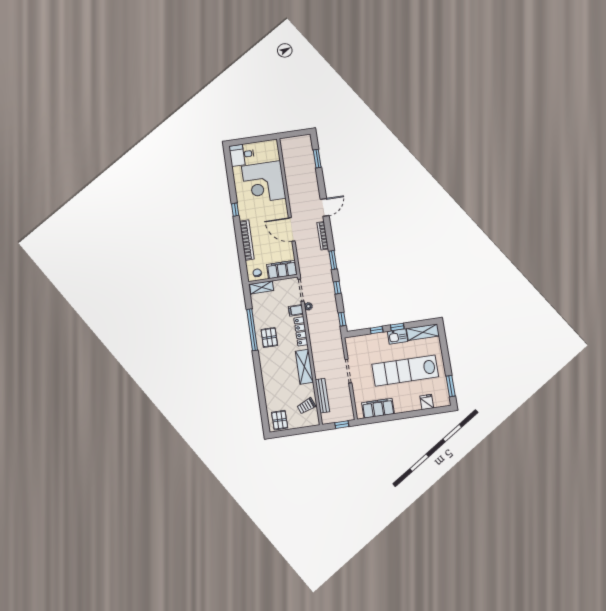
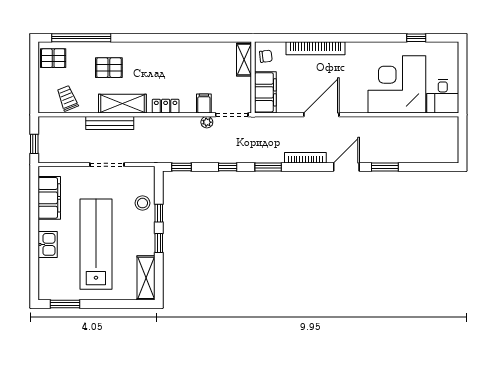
desk: (242, 155) -> (443, 96), moved, turned 180
window: (317, 159) -> (385, 167), moved
door: (325, 207) -> (346, 167), swing flipped
window: (235, 210) -> (416, 38), moved
window: (252, 330) -> (81, 38), moved
locker: (301, 331) -> (166, 106), width x0.66
kitchen sink: (398, 336) -> (48, 244), moved, turned 180
pallet: (269, 337) -> (109, 68), moved
stool: (371, 342) -> (143, 203), added
bench: (322, 396) -> (110, 123), moved
fridge: (427, 402) -> (48, 267), removed

